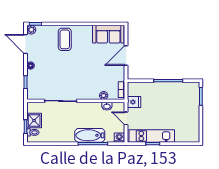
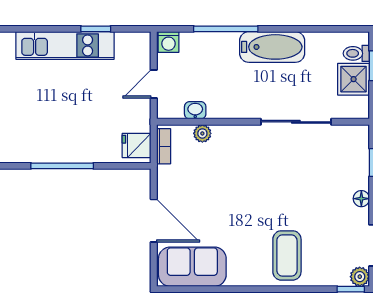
door: (126, 55) -> (154, 221), hinge flipped
fridge: (134, 102) -> (137, 145), moved
door: (126, 118) -> (154, 84), swing flipped
bathtub: (90, 135) -> (272, 47), moved
kitchen unit: (152, 136) -> (65, 45), moved

